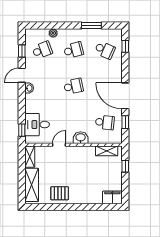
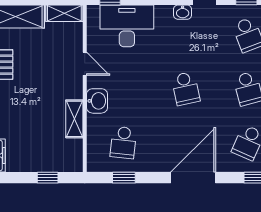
door: (125, 96) -> (193, 178), moved
desk: (37, 125) -> (127, 26), width x1.37
shelving: (107, 151) -> (74, 119), moved

